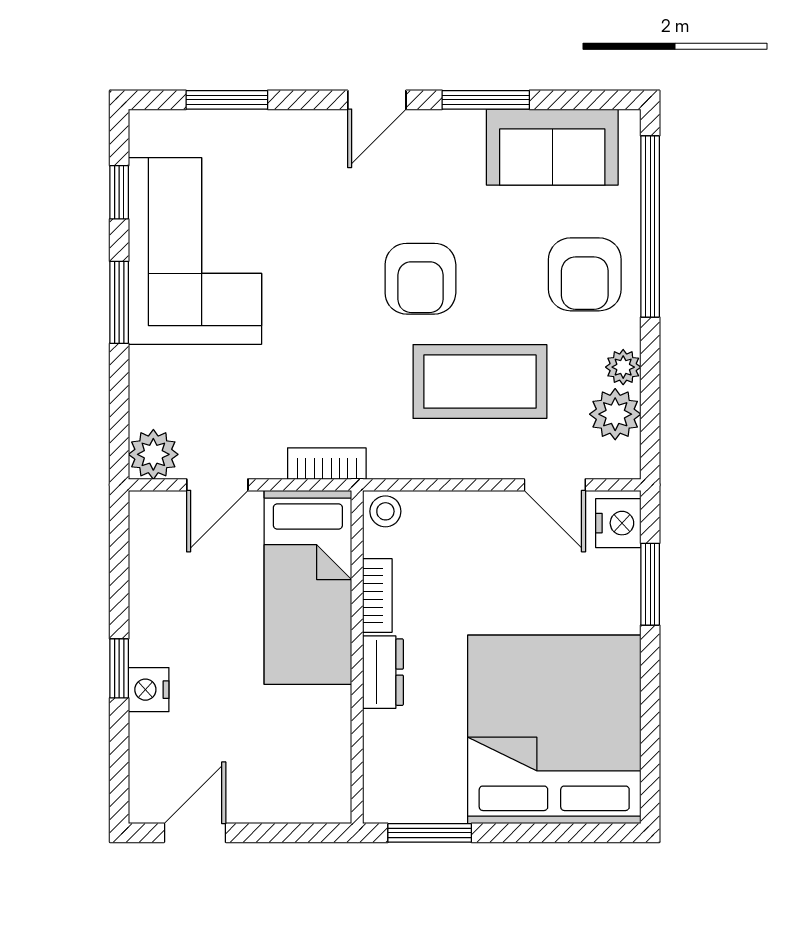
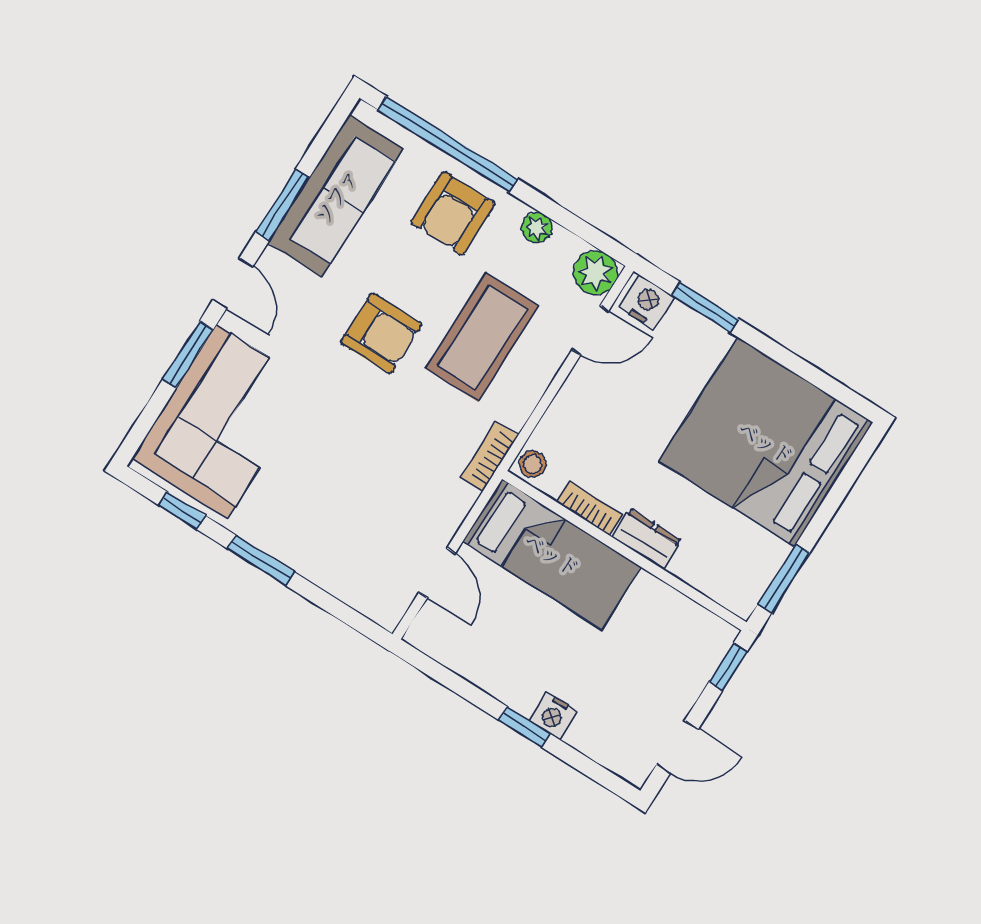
window: (227, 100) -> (188, 355), moved
sofa: (552, 147) -> (336, 196), width x1.36
corner sofa: (195, 251) -> (222, 422), moved, turned 90
armchair: (585, 274) -> (453, 213), turned 90
plant: (615, 414) -> (595, 273), moved
plant: (153, 454) -> (386, 605), removed
bookcase: (327, 464) -> (489, 456), moved
door: (195, 833) -> (677, 747), swing flipped
window: (307, 833) -> (728, 667), added

